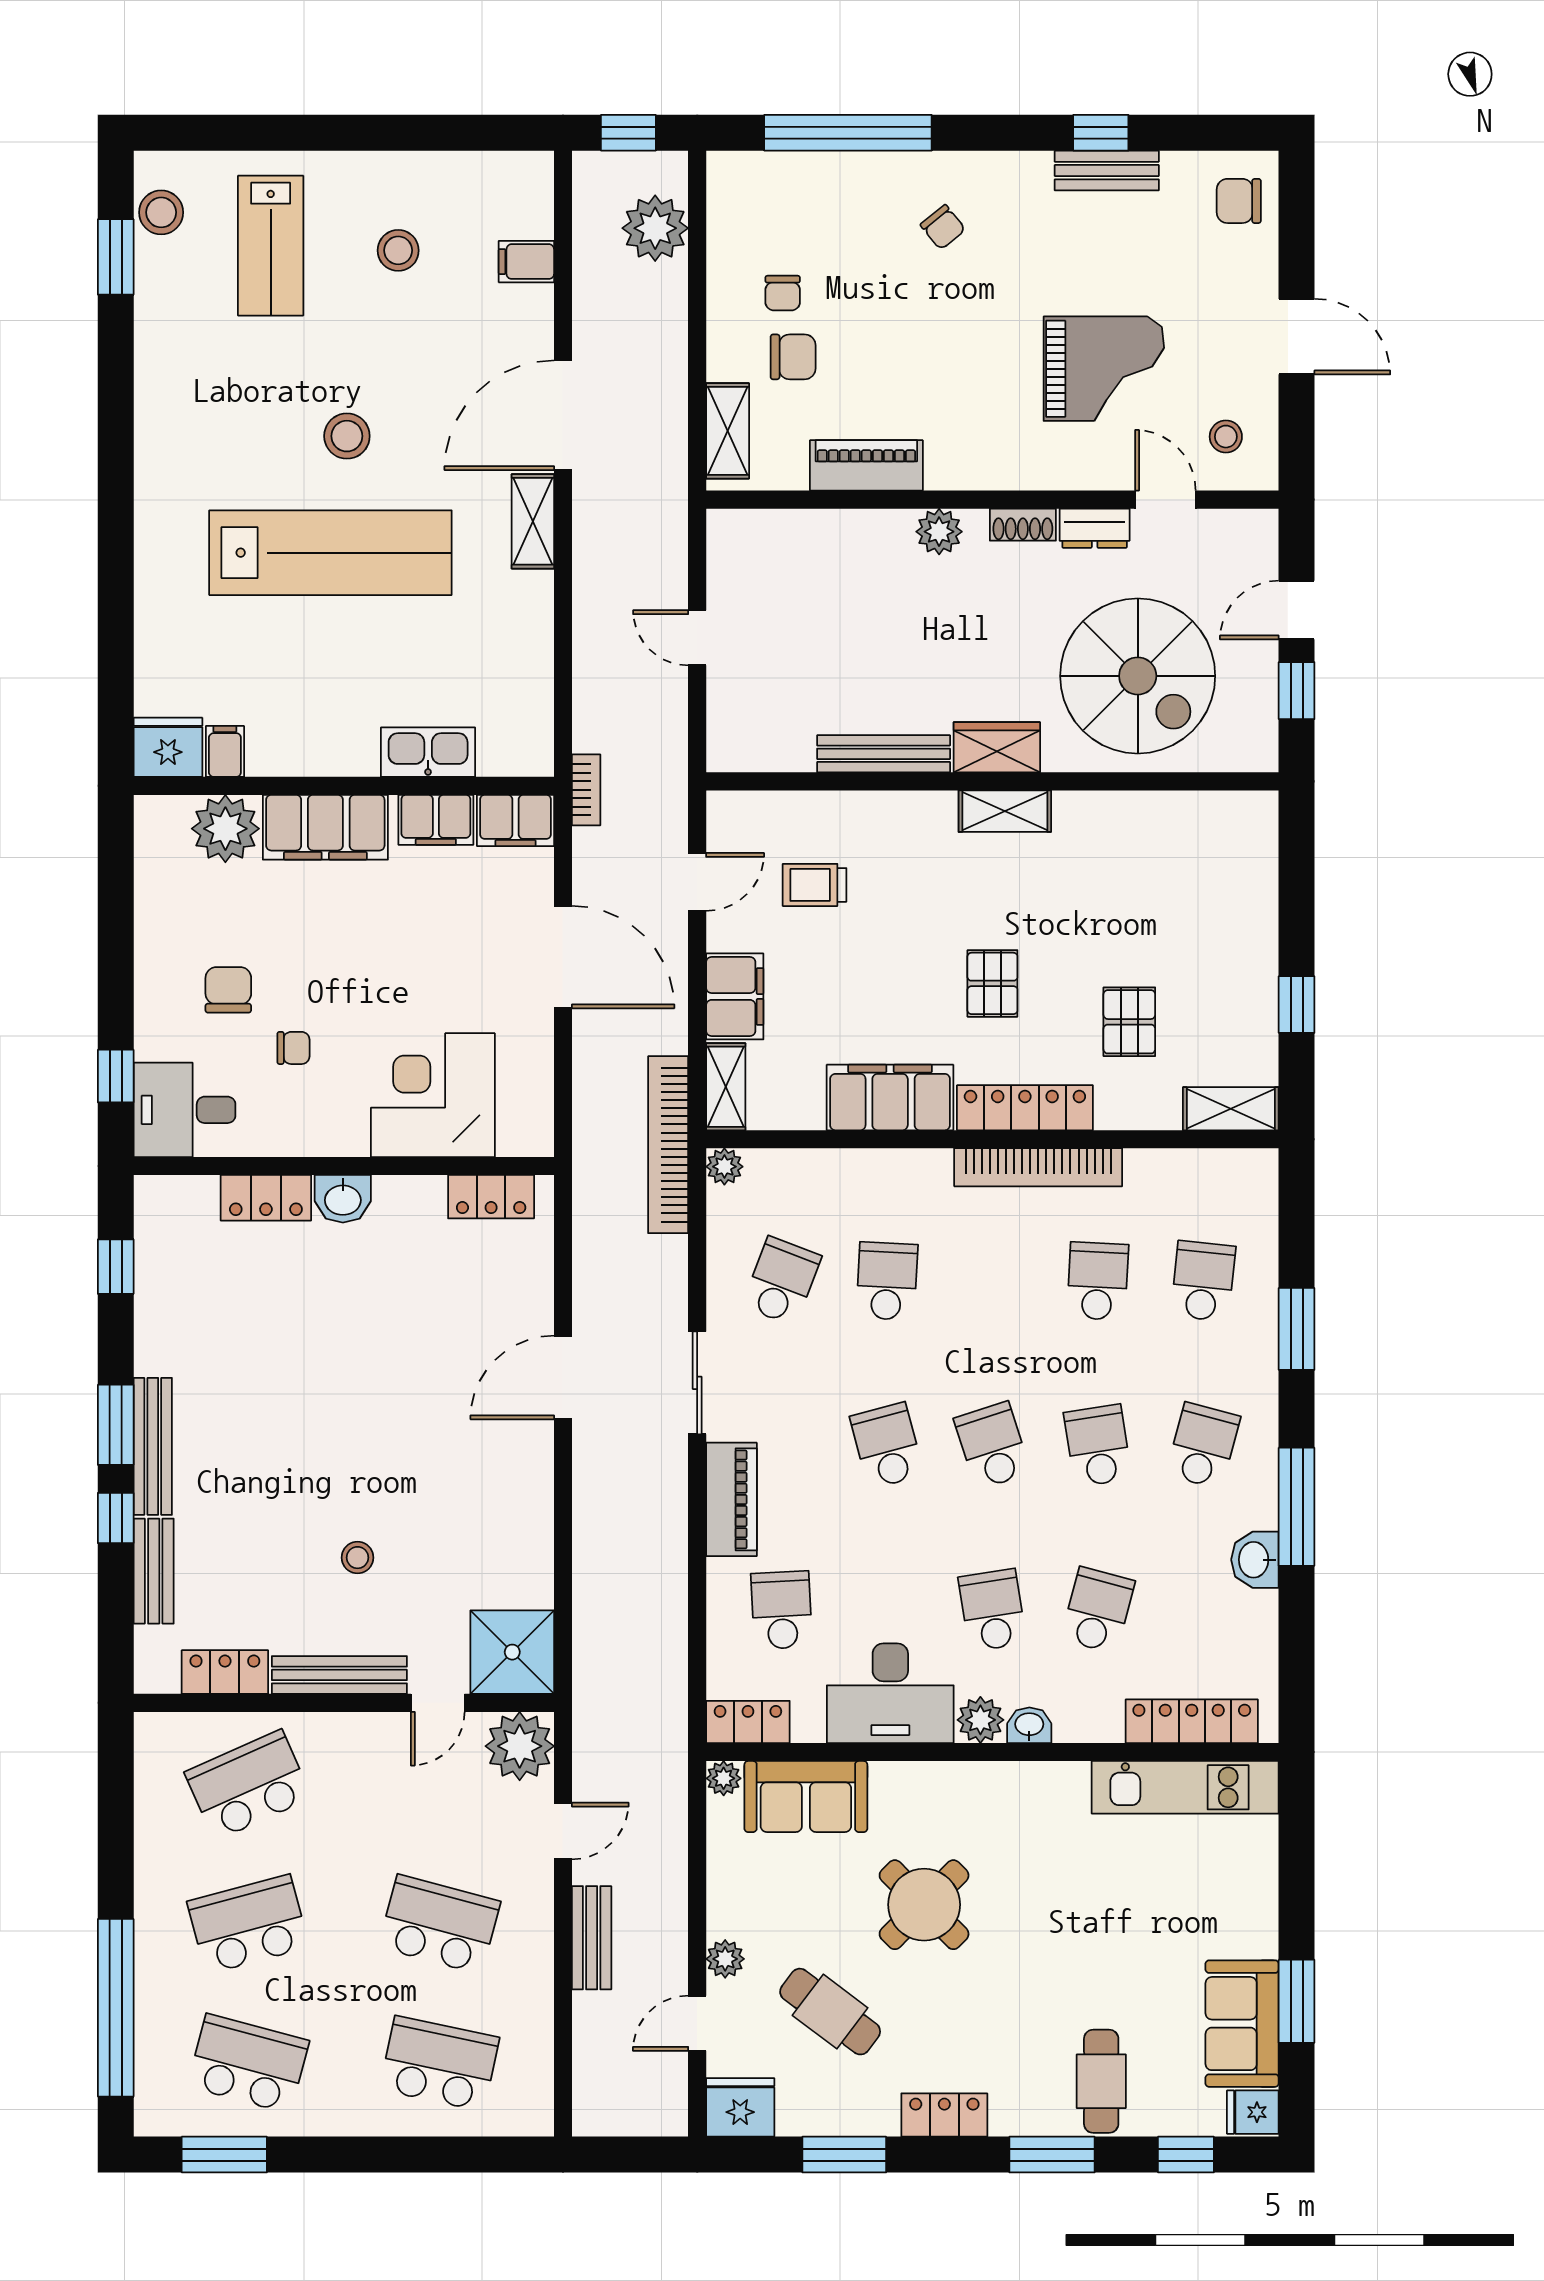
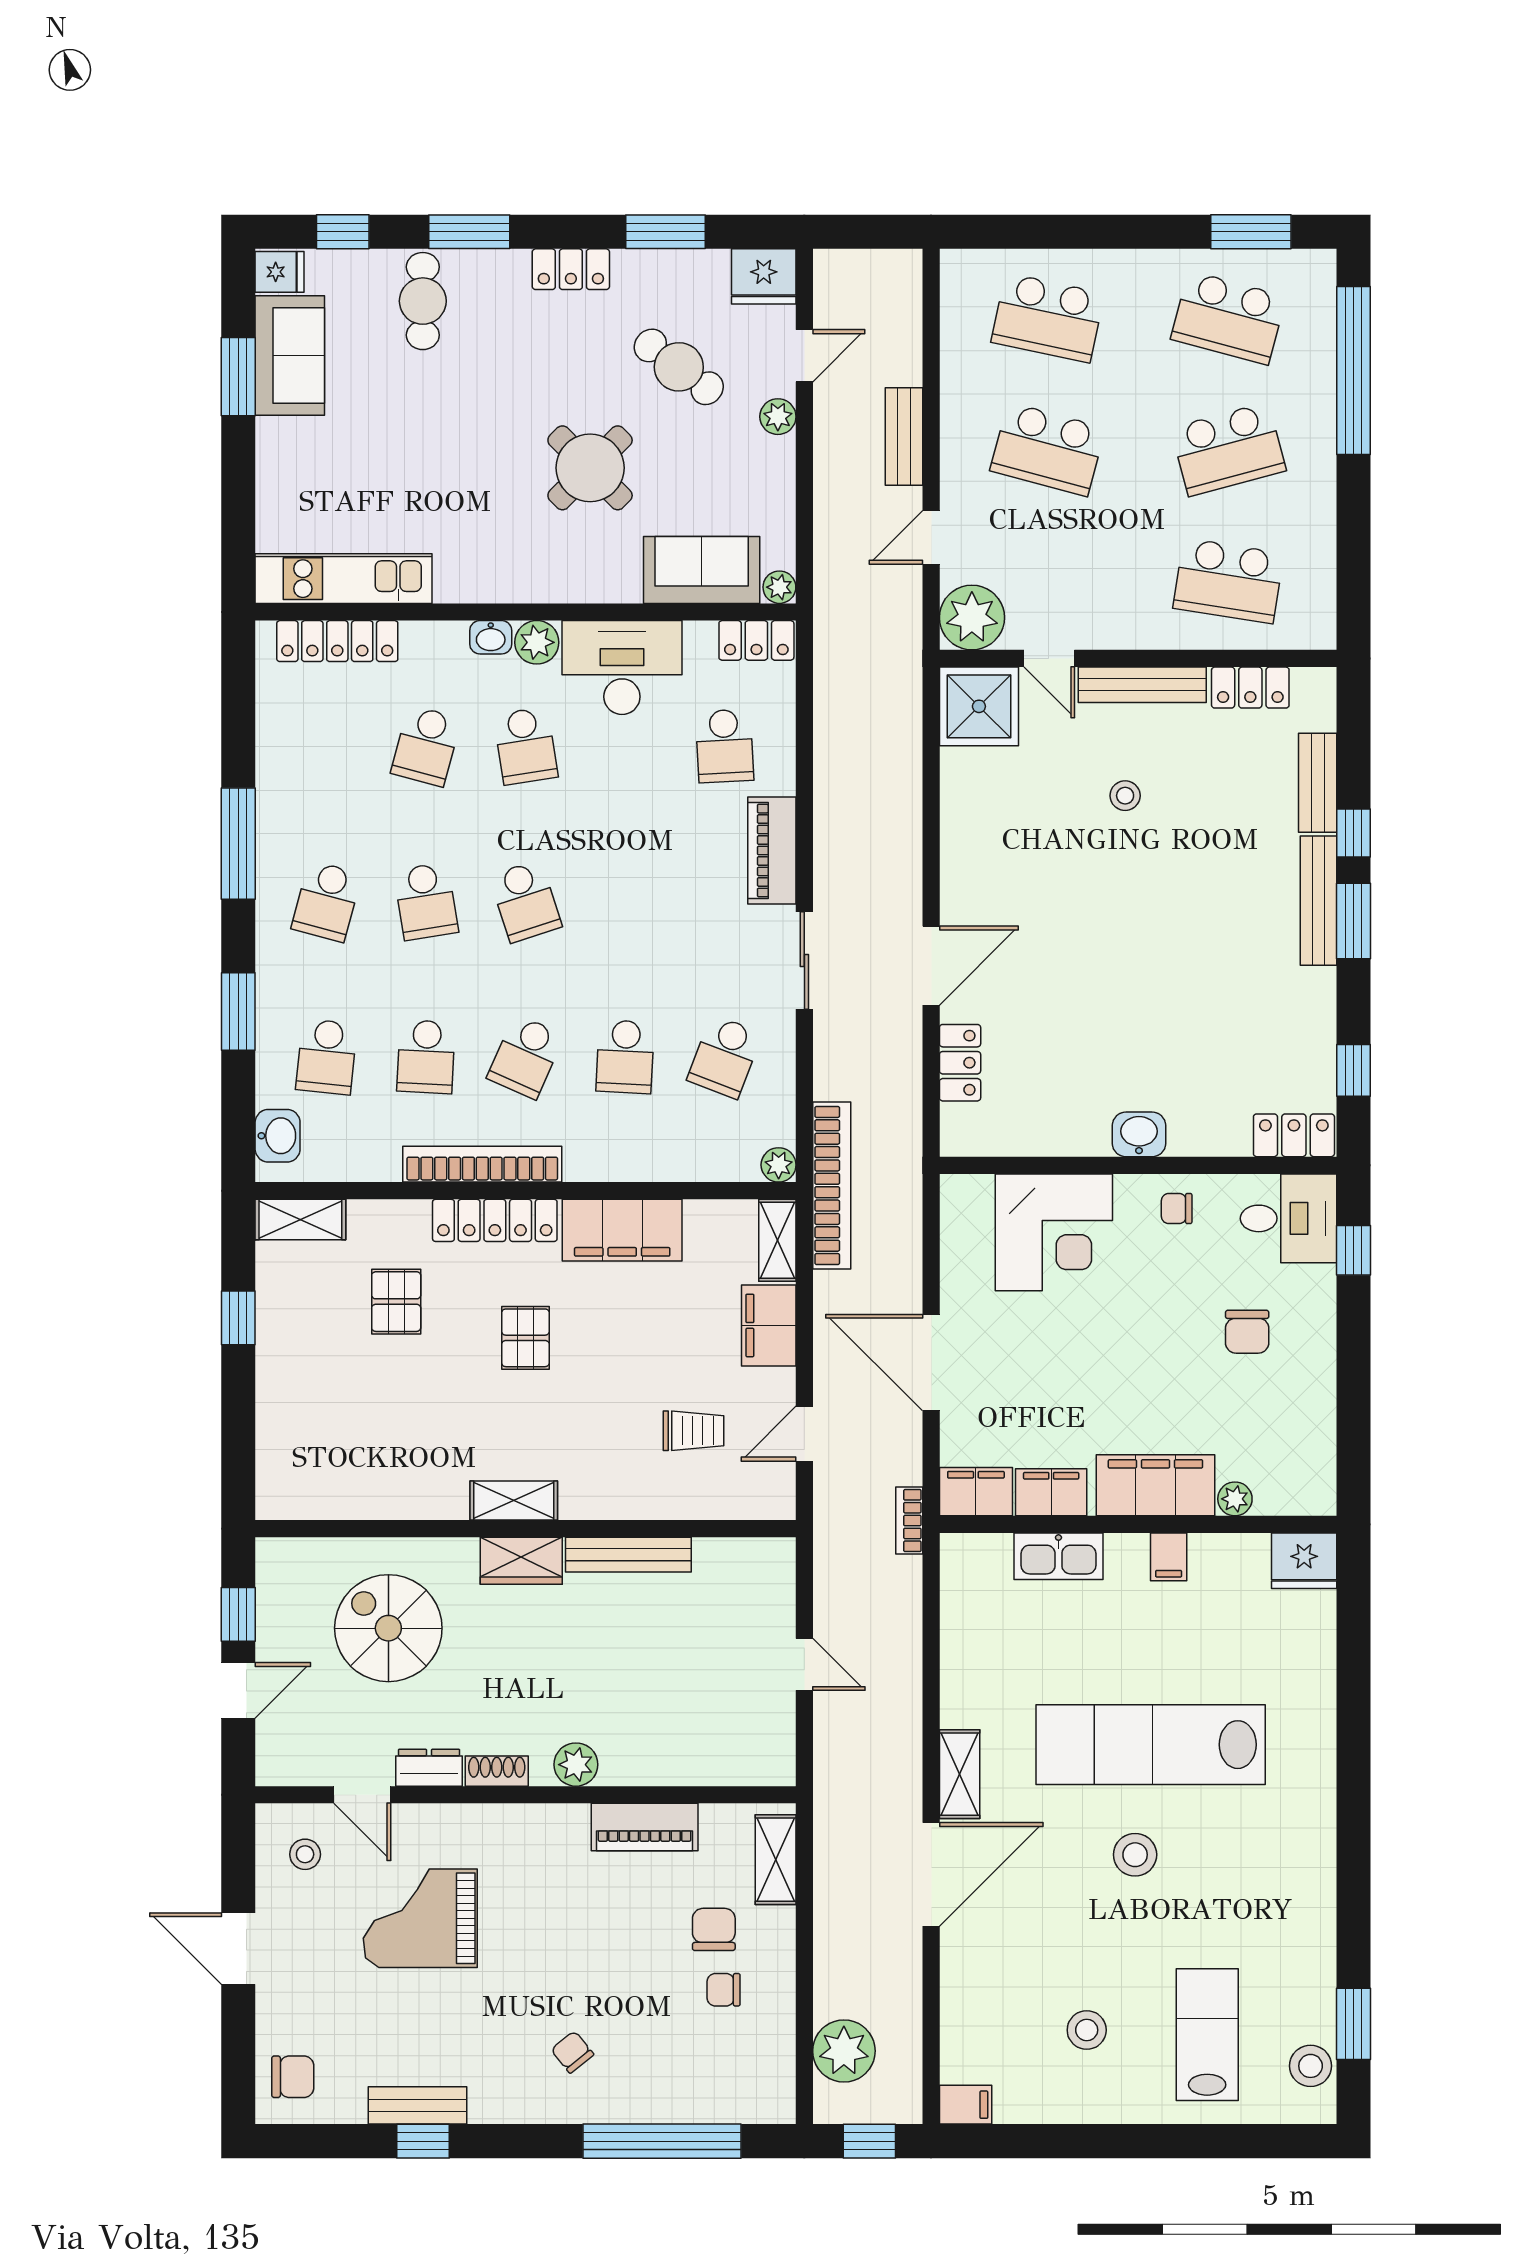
filing cabinet: (526, 262) -> (966, 2105), moved
chair: (783, 293) -> (724, 1990), turned -90
chair: (793, 357) -> (714, 1929), turned 90
spiral stairs: (1138, 676) -> (388, 1628), width x0.73, depth x0.73
filing cabinet: (225, 751) -> (1169, 1557), moved
plant: (225, 829) -> (1235, 1499), width x0.53, depth x0.53
chair: (293, 1048) -> (1177, 1209), moved
locker: (491, 1197) -> (960, 1063), moved, turned 90
locker: (266, 1198) -> (1294, 1135), moved
school desk: (887, 1446) -> (526, 1057), moved, turned 39
washbasin: (1255, 1560) -> (278, 1136), moved
door: (438, 1703) -> (1049, 658), swing flipped
school desk: (248, 1785) -> (1228, 581), turned 33

